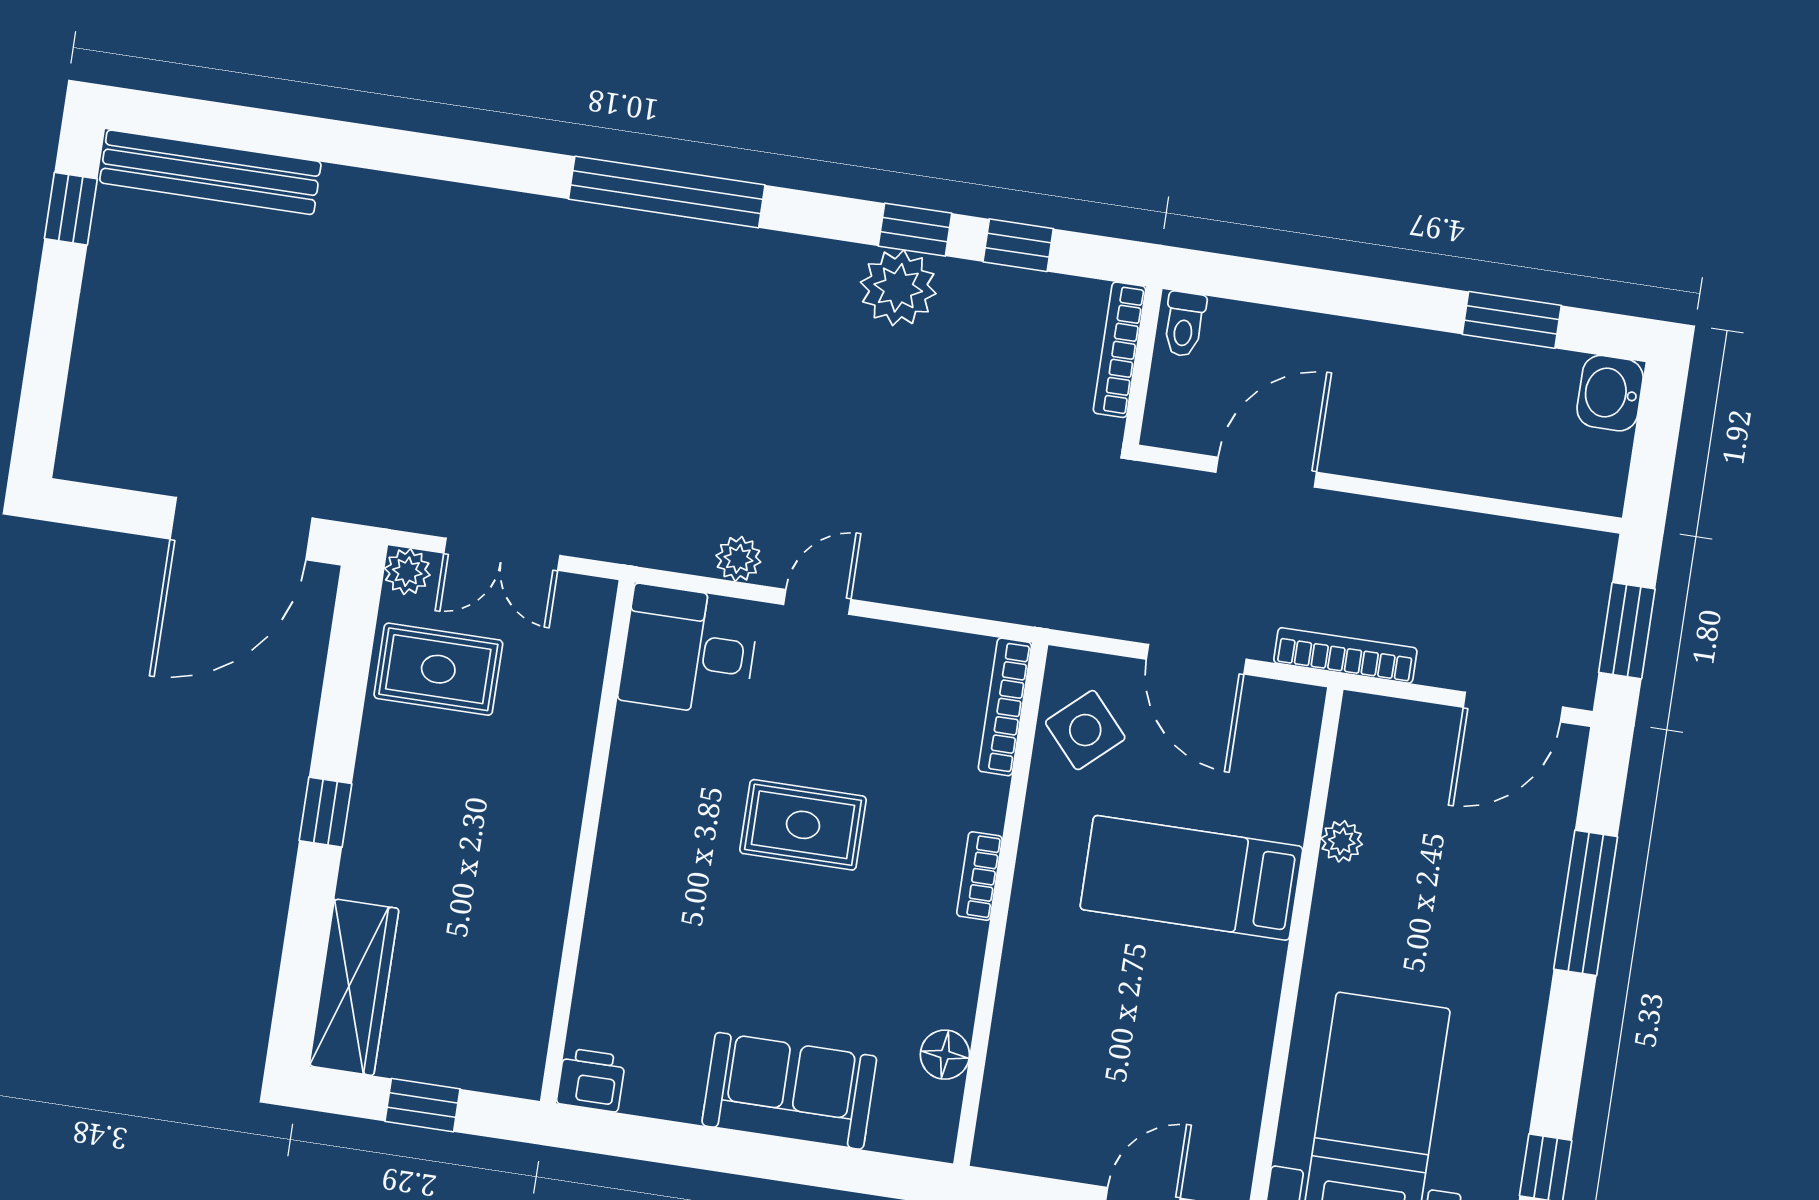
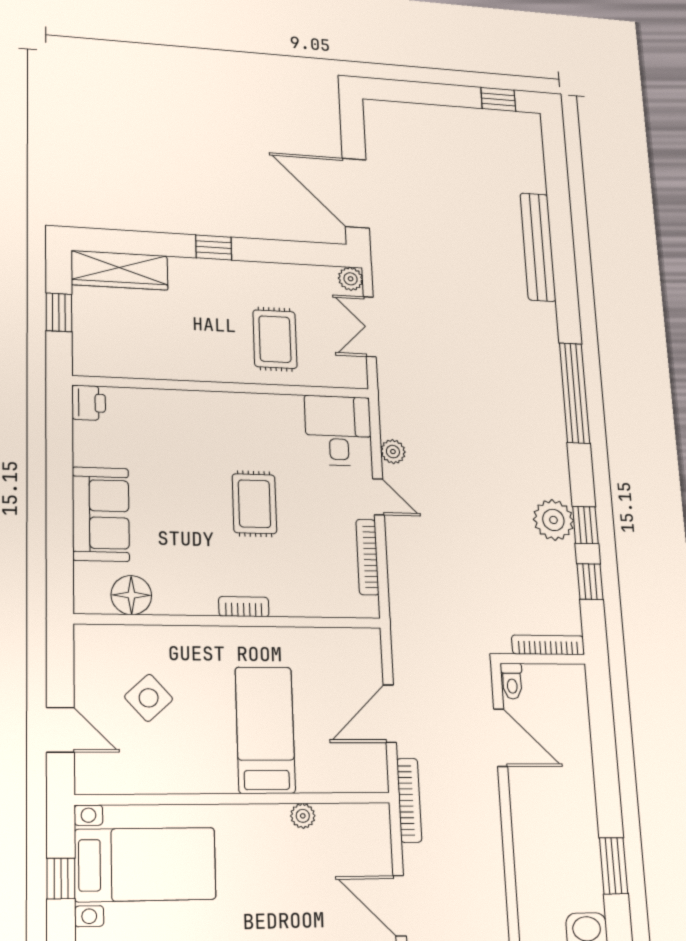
bench: (210, 172) -> (538, 247), moved
toilet: (1184, 324) -> (512, 681), moved, turned -90
rug: (438, 669) -> (275, 339), moved
bookcase: (1005, 707) -> (367, 557), moved, turned -90
side table: (1085, 730) -> (149, 698), moved
floor lamp: (945, 1055) -> (131, 595), width x1.38, depth x1.38

